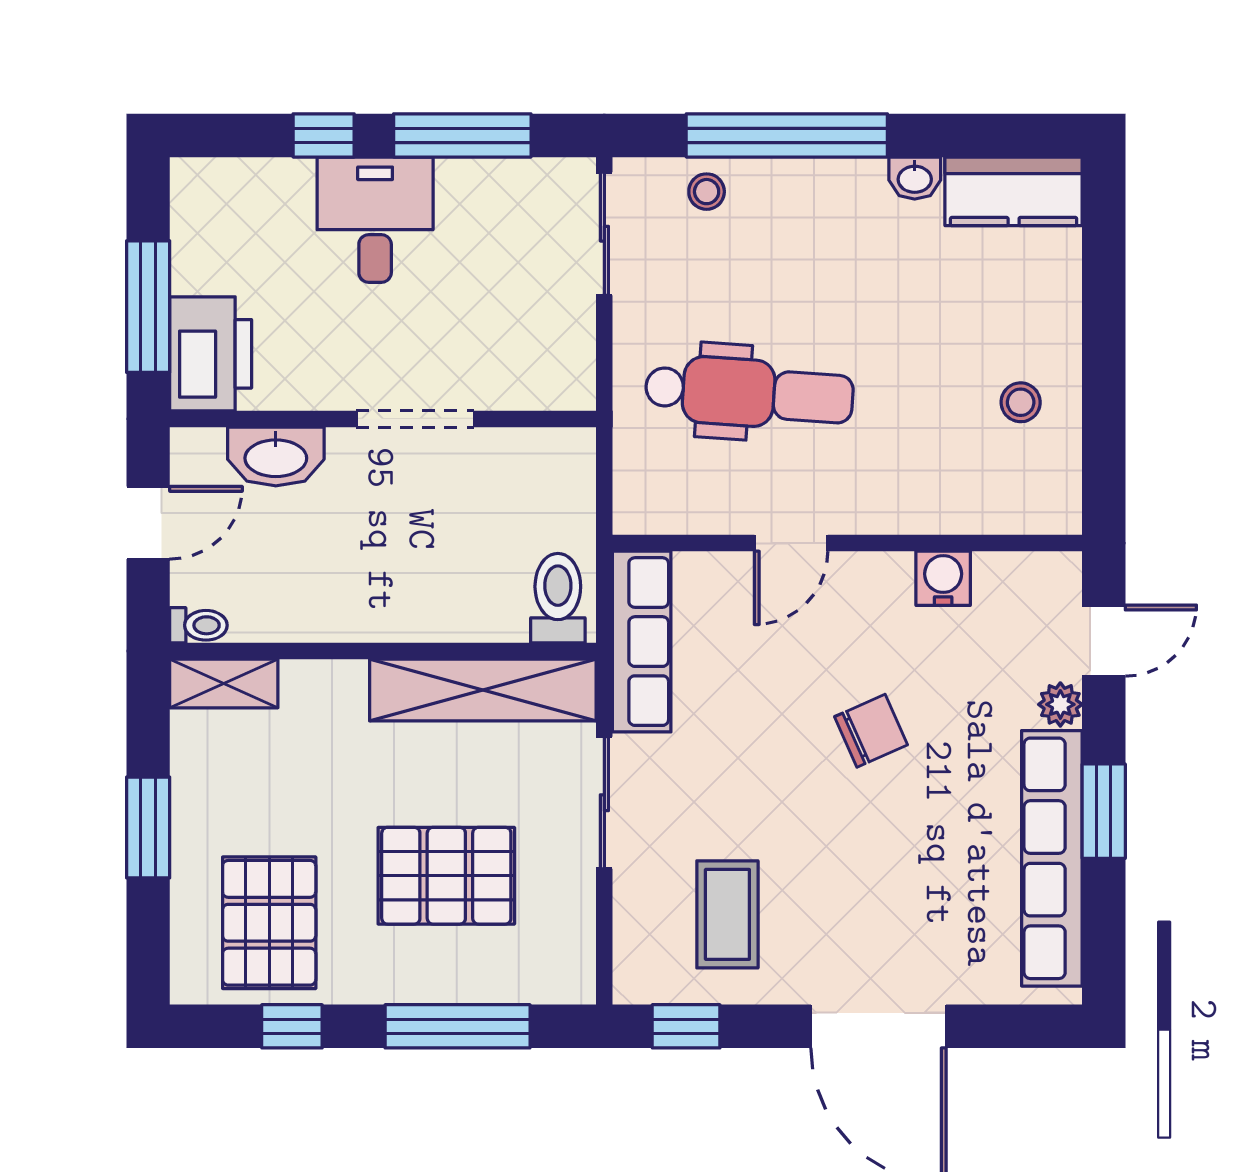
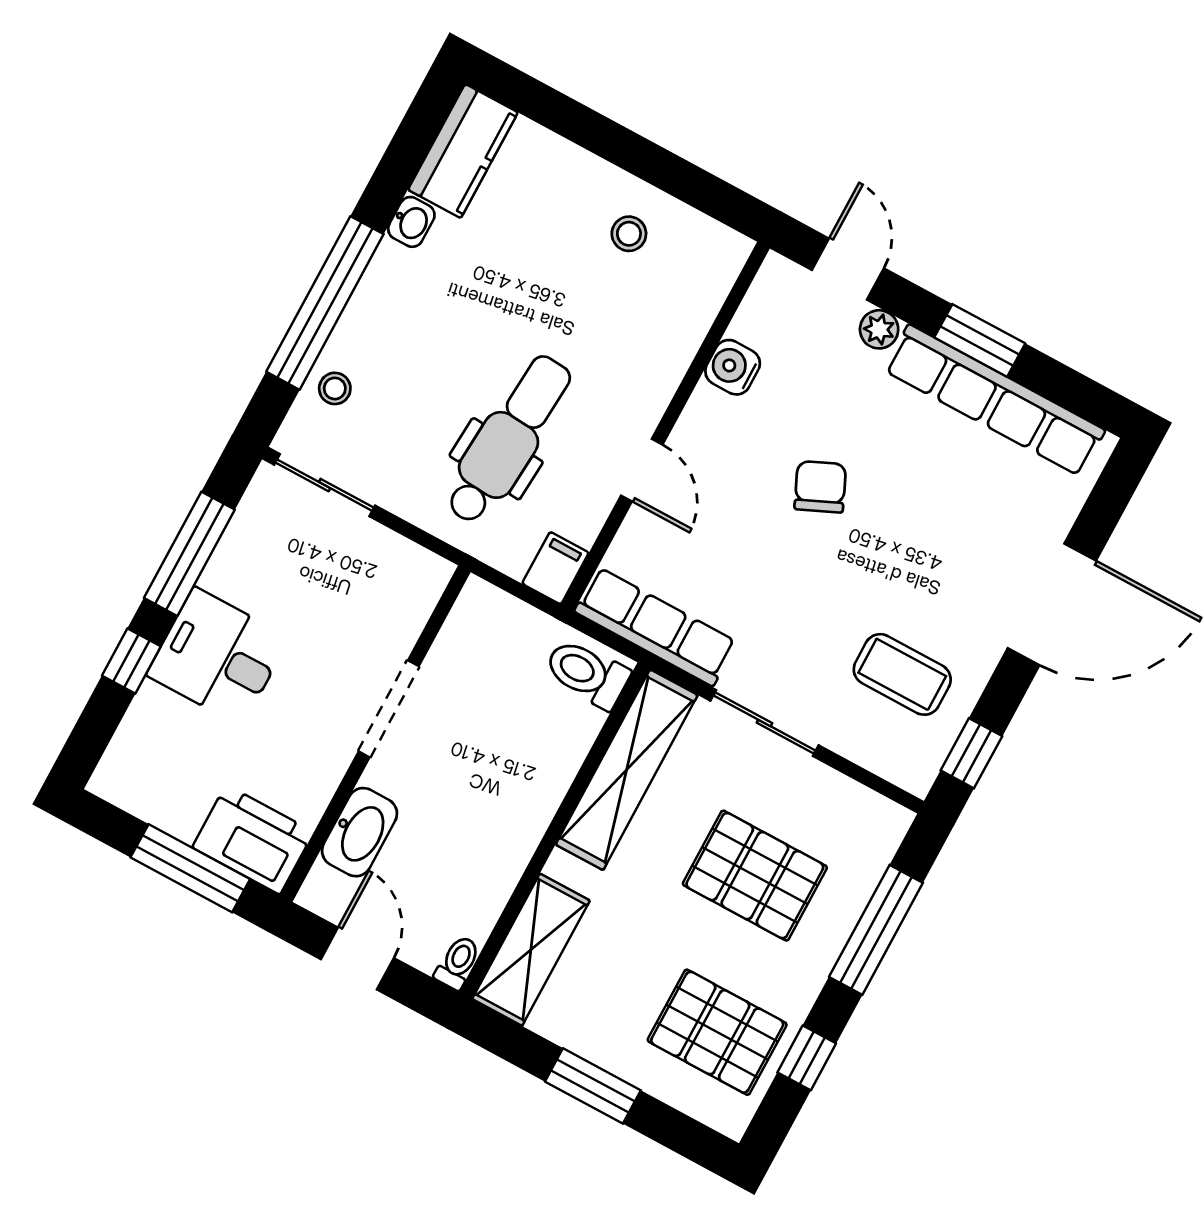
filing cabinet: (646, 510) -> (555, 568), added
shelving: (224, 684) -> (531, 950), width x1.50, depth x1.33
pallet: (446, 876) -> (755, 876), turned 90

